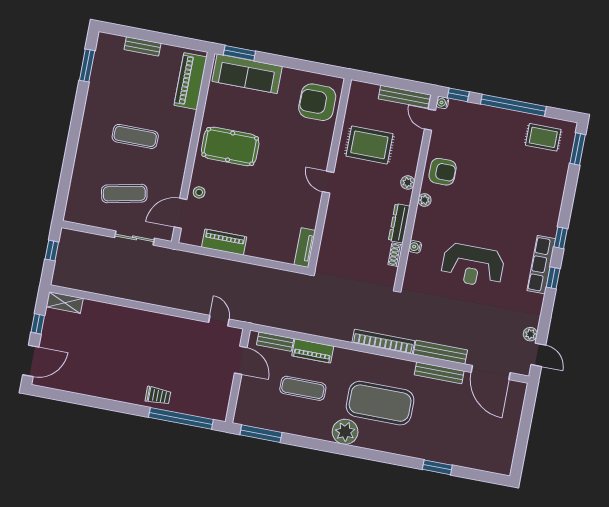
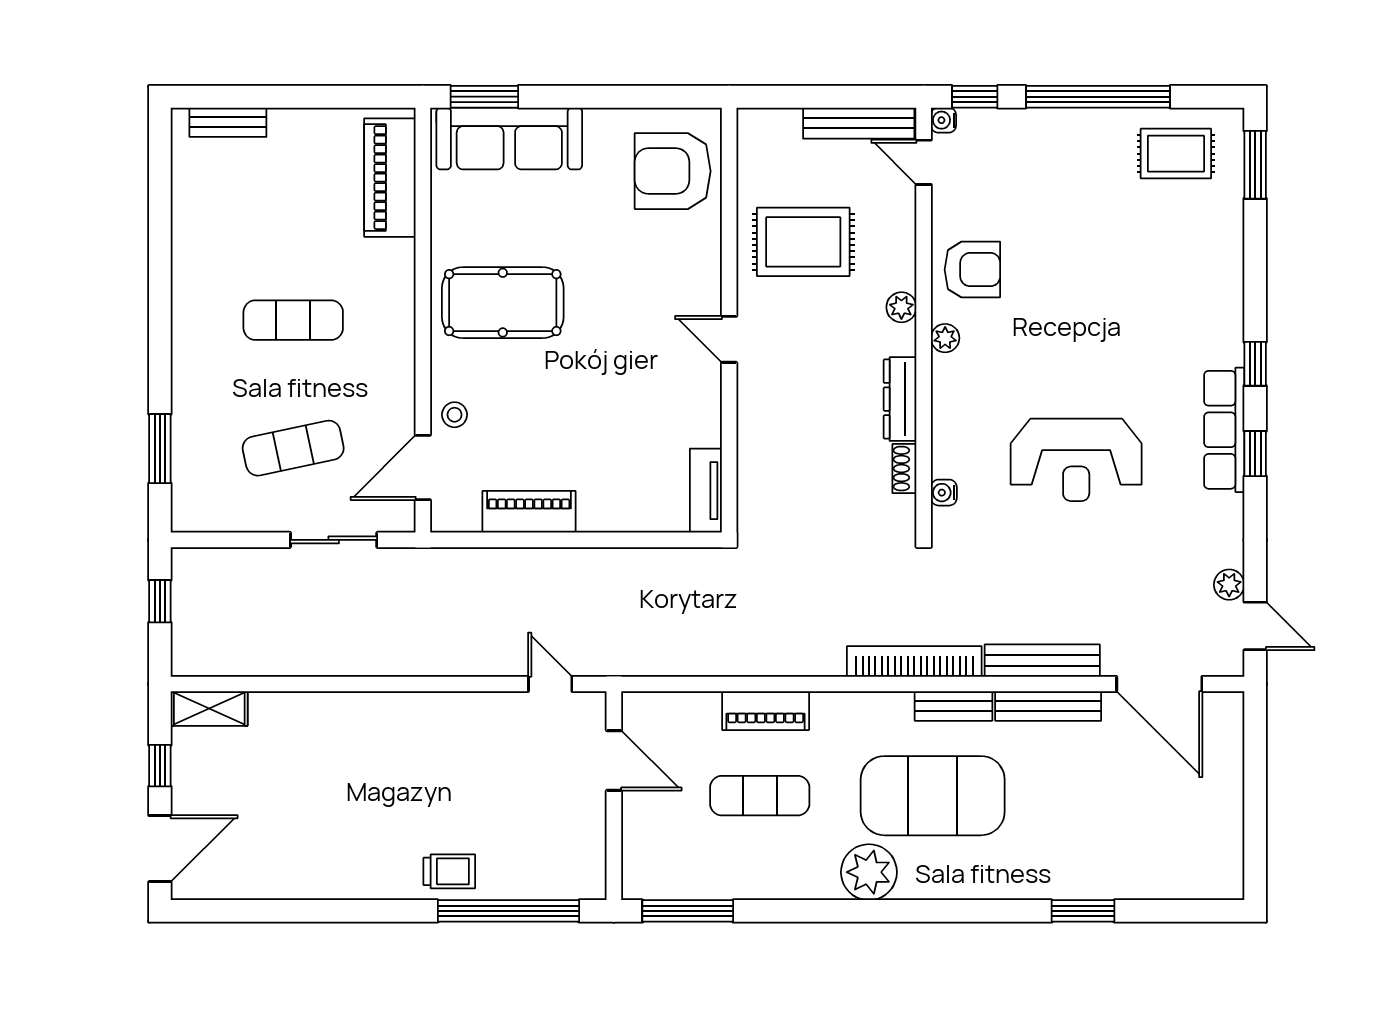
bench: (143, 46) -> (228, 122), moved
window: (87, 65) -> (160, 449), moved
water cooler: (415, 247) -> (944, 493), moved
bench: (275, 342) -> (953, 706), moved

